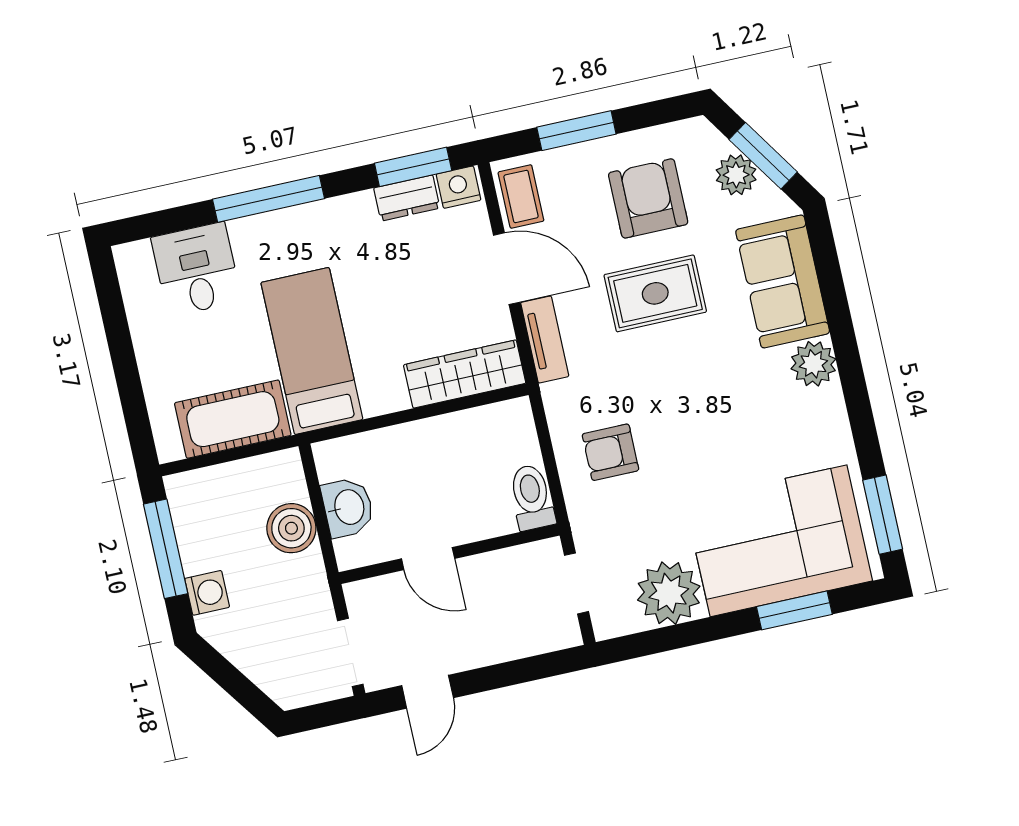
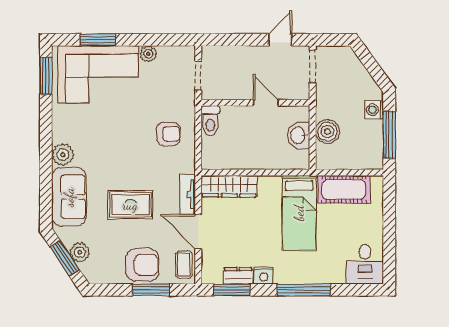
nightstand: (458, 187) -> (264, 276), moved
armchair: (648, 198) -> (142, 265), moved, turned -90
desk: (196, 269) -> (365, 264), moved
plant: (669, 593) -> (148, 54), width x0.53, depth x0.53

